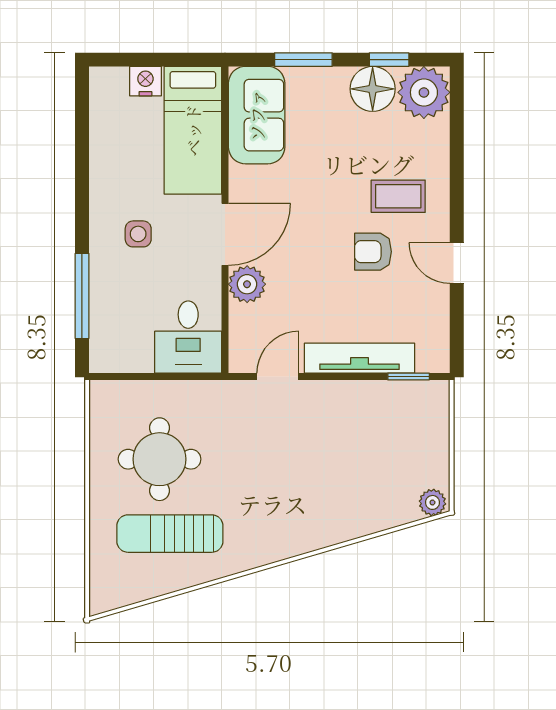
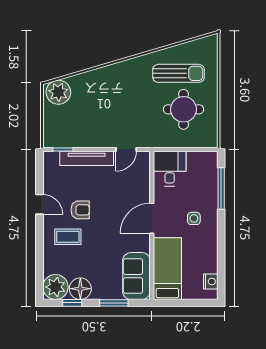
nightstand: (145, 81) -> (211, 282), moved, turned -90
plant: (247, 284) -> (141, 194), removed
plant: (432, 502) -> (58, 92), width x1.88, depth x1.88

